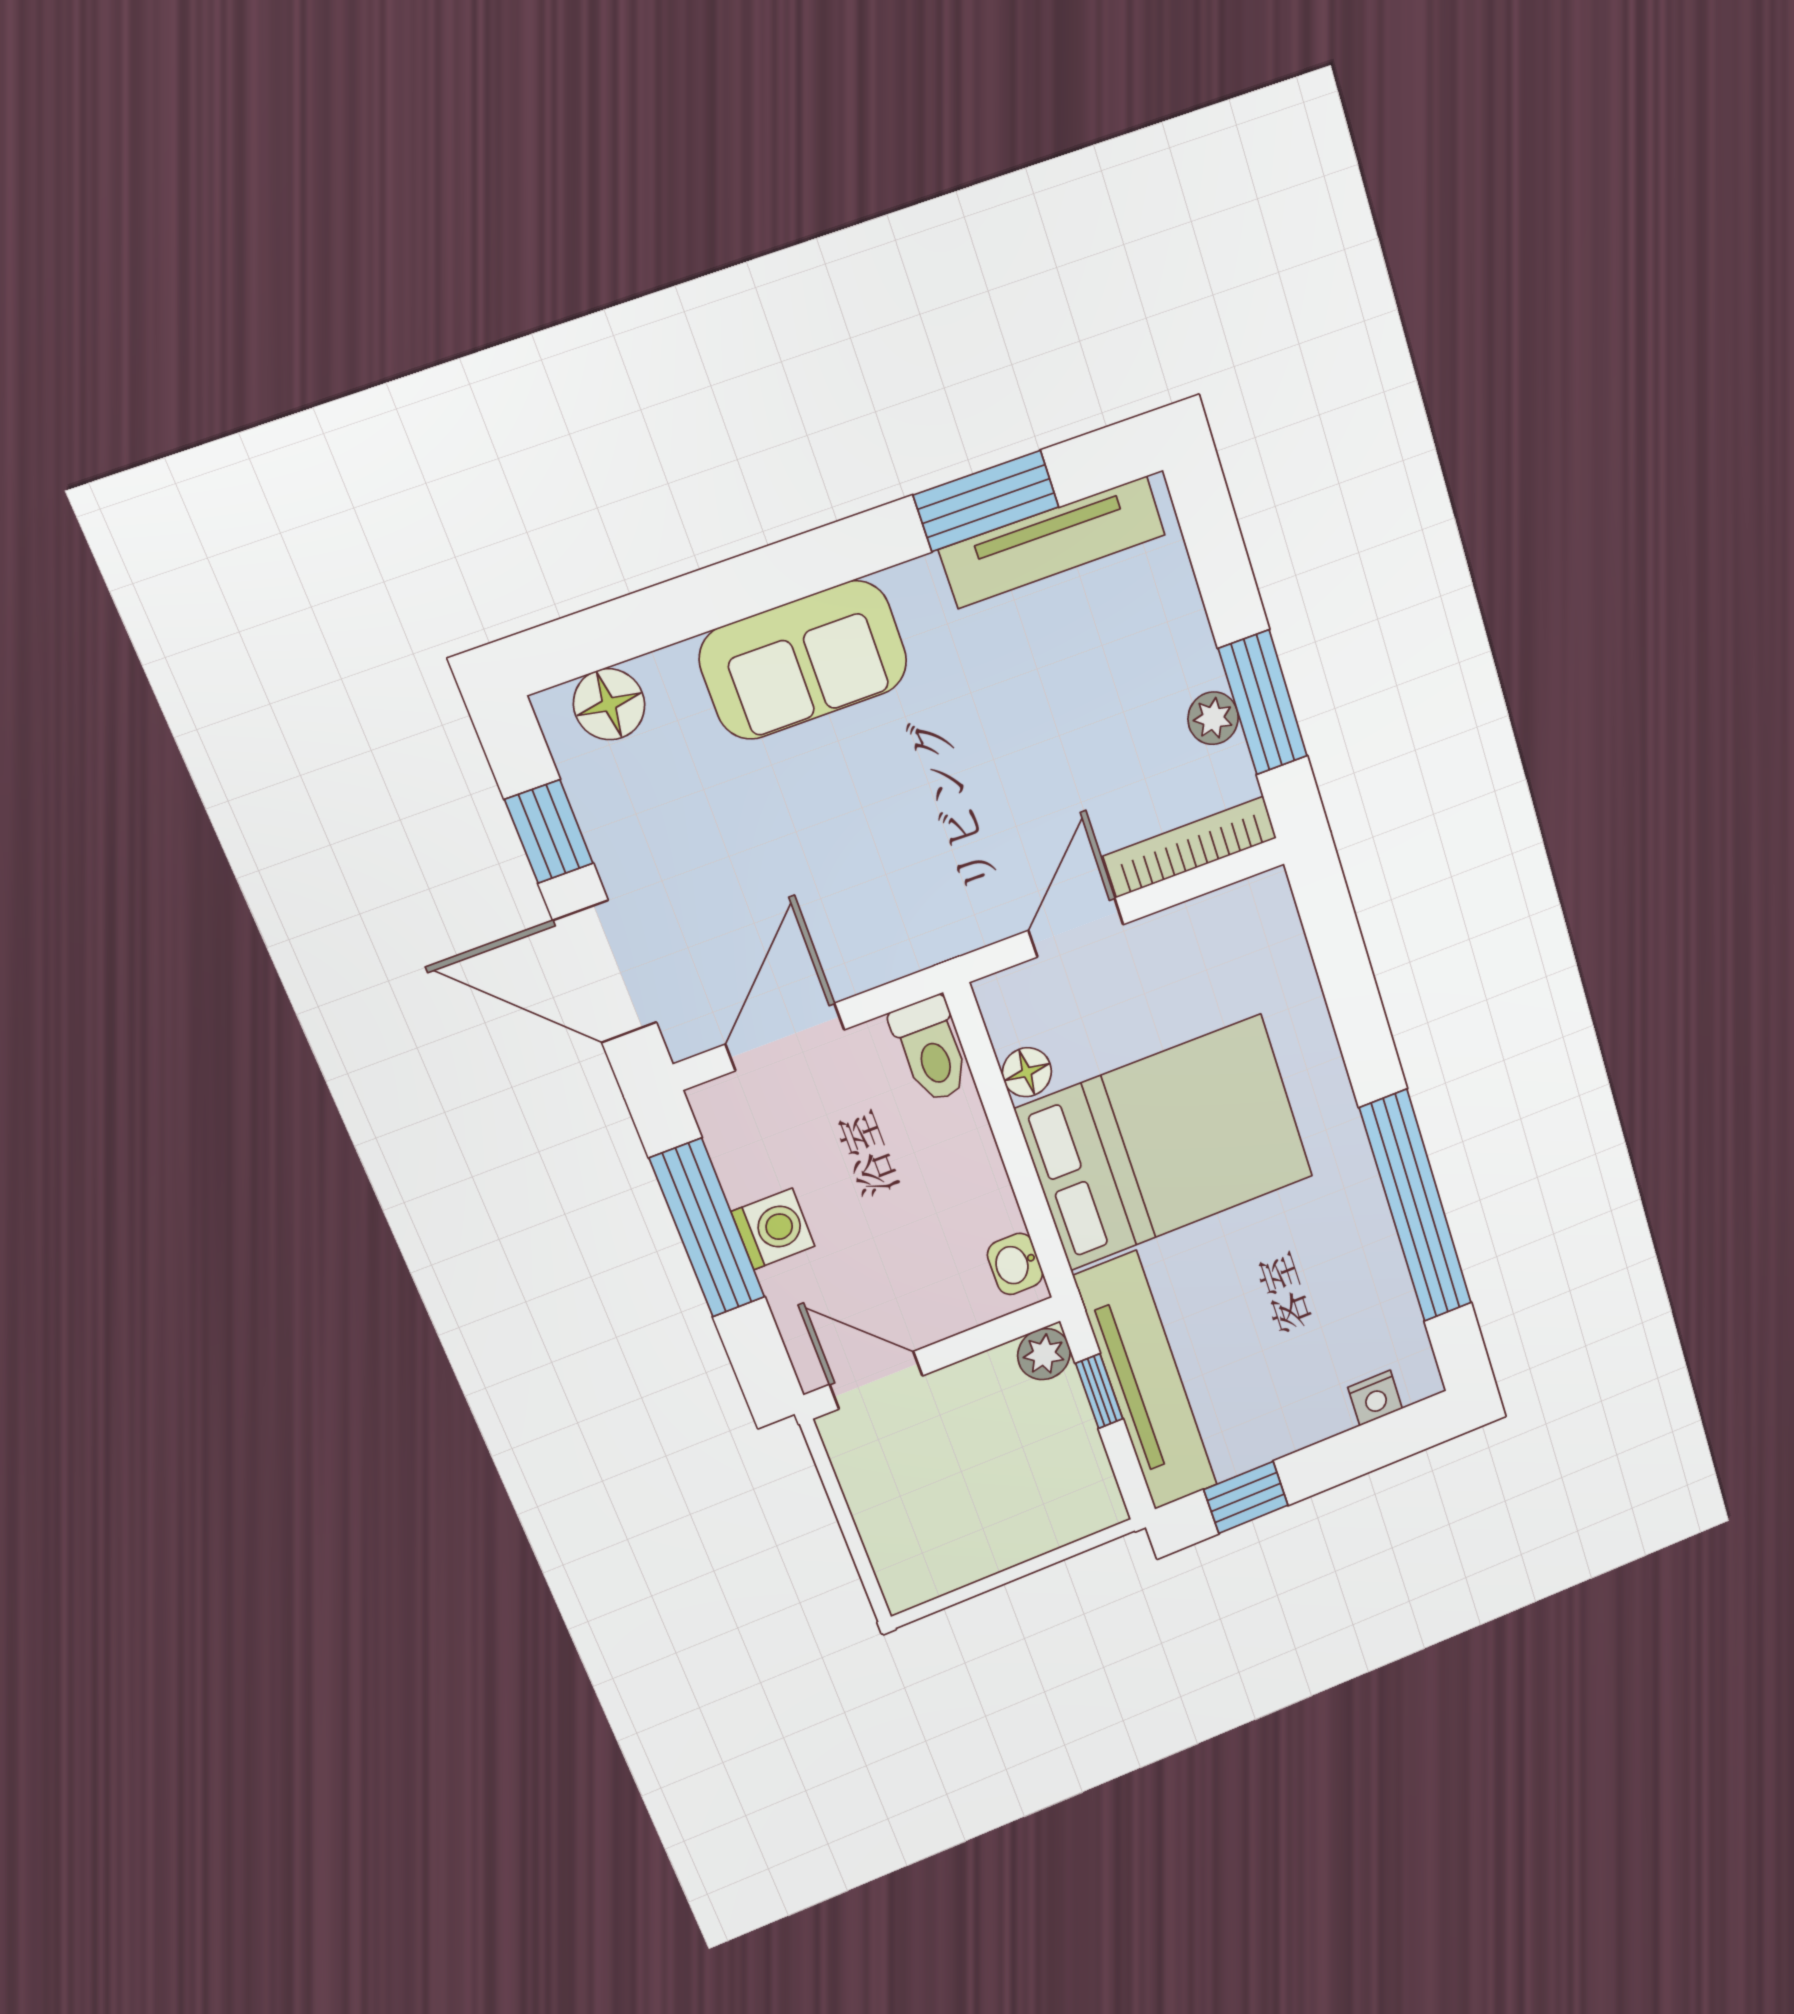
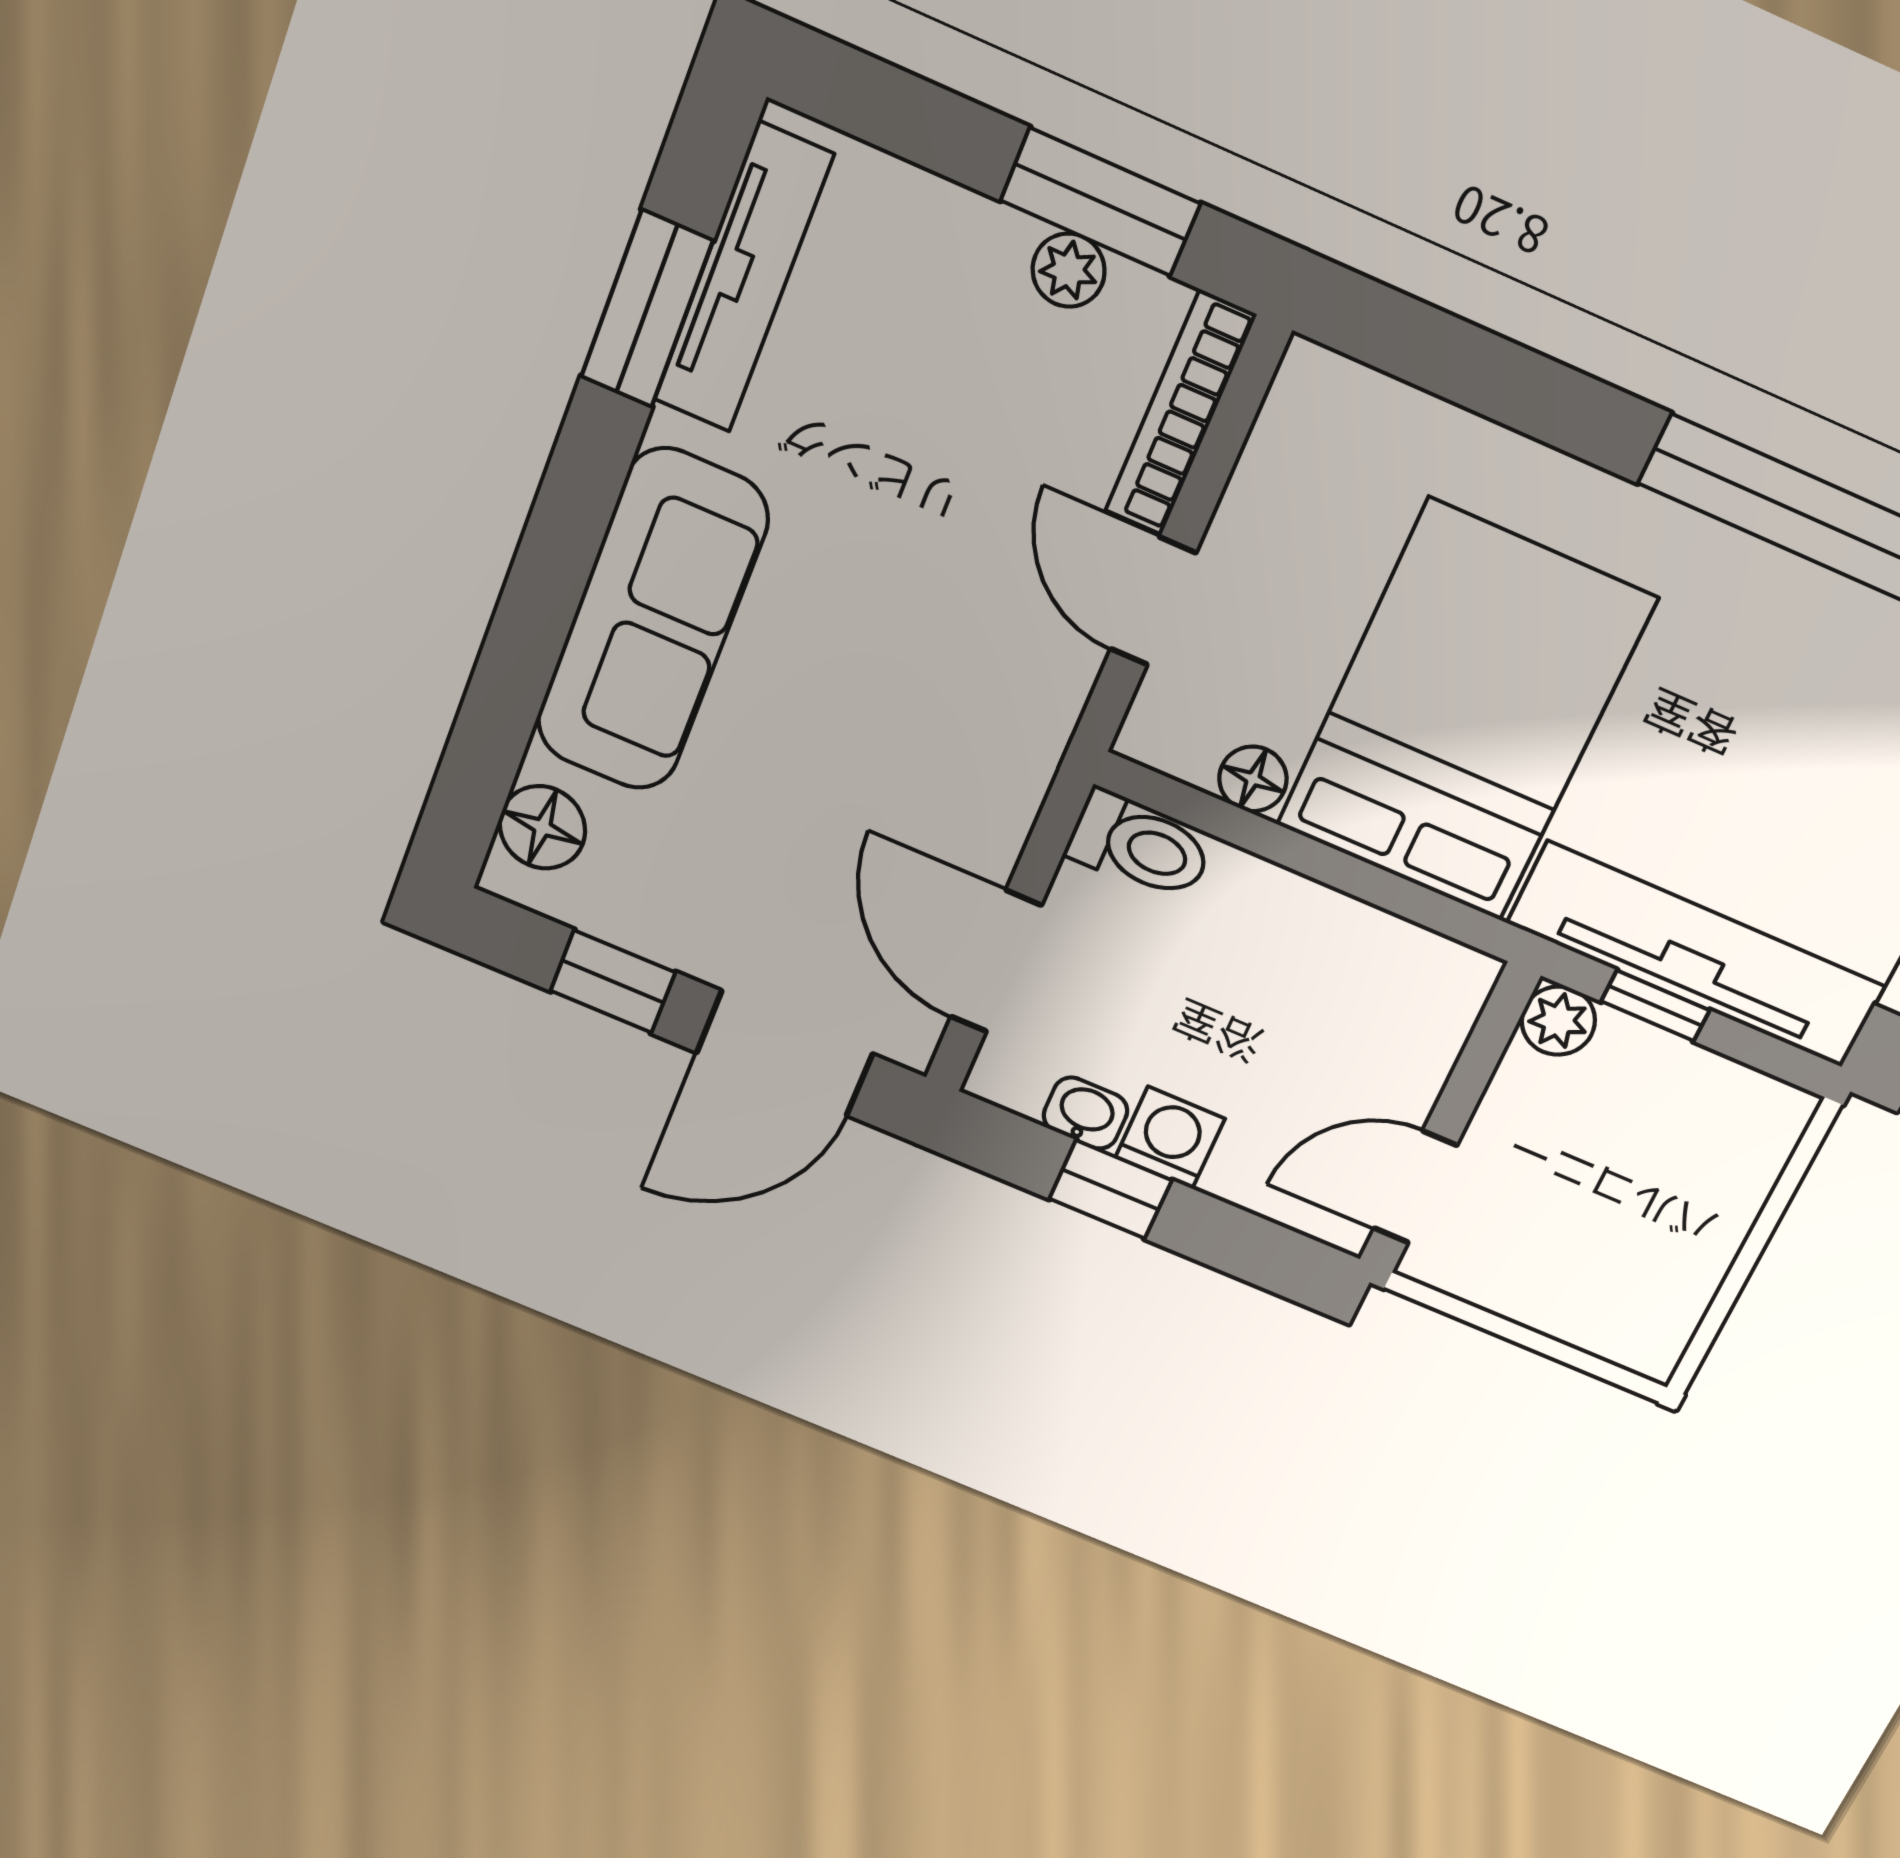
sofa: (804, 660) -> (652, 621), width x1.36
window: (707, 1228) -> (1110, 1190), width x0.46
washbasin: (1015, 1264) -> (1085, 1113), moved, turned 180

